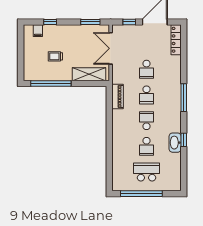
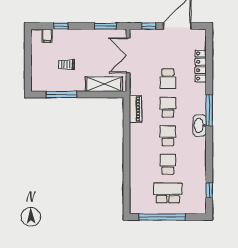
locker: (176, 40) -> (201, 66), moved
window: (51, 84) -> (61, 95), width x0.68
school desk: (147, 95) -> (168, 107), turned 180
window: (184, 140) -> (209, 190), moved
washbasin: (175, 143) -> (200, 125), moved
school desk: (147, 146) -> (168, 164), turned 180

